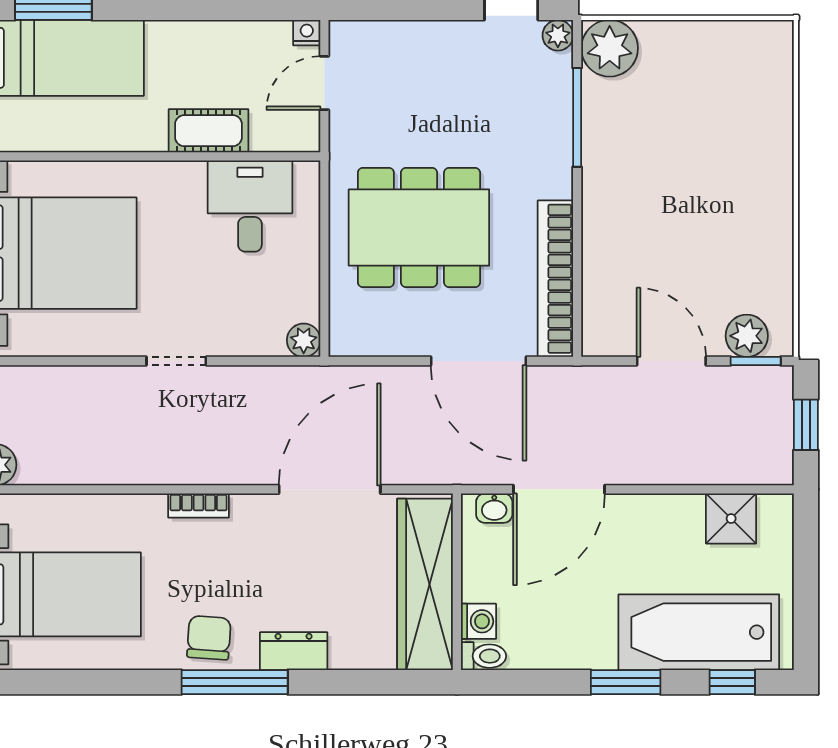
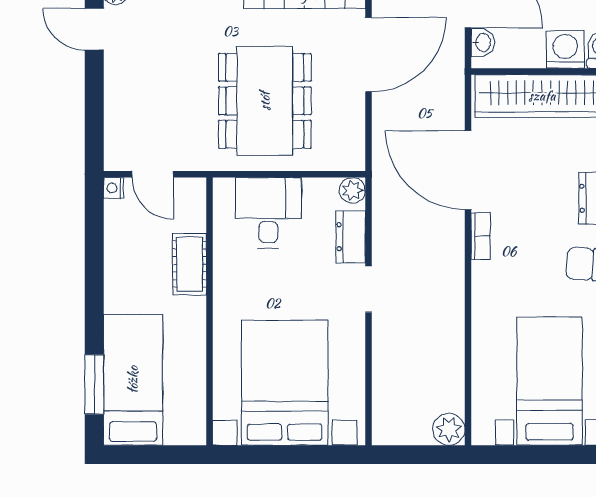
desk: (250, 206) -> (268, 213), moved, turned 90
dresser: (244, 338) -> (351, 237), added
bookcase: (199, 506) -> (481, 236), moved
washing machine: (478, 621) -> (565, 50), width x1.38, depth x1.38

